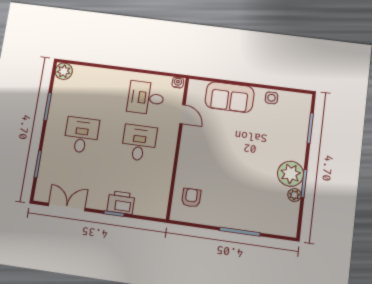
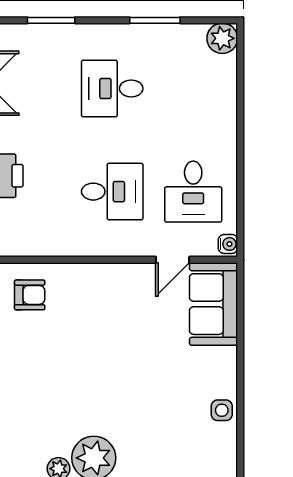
sofa: (230, 97) -> (214, 304), moved
desk: (146, 98) -> (193, 192), turned 180
desk: (81, 135) -> (112, 88), turned 180

